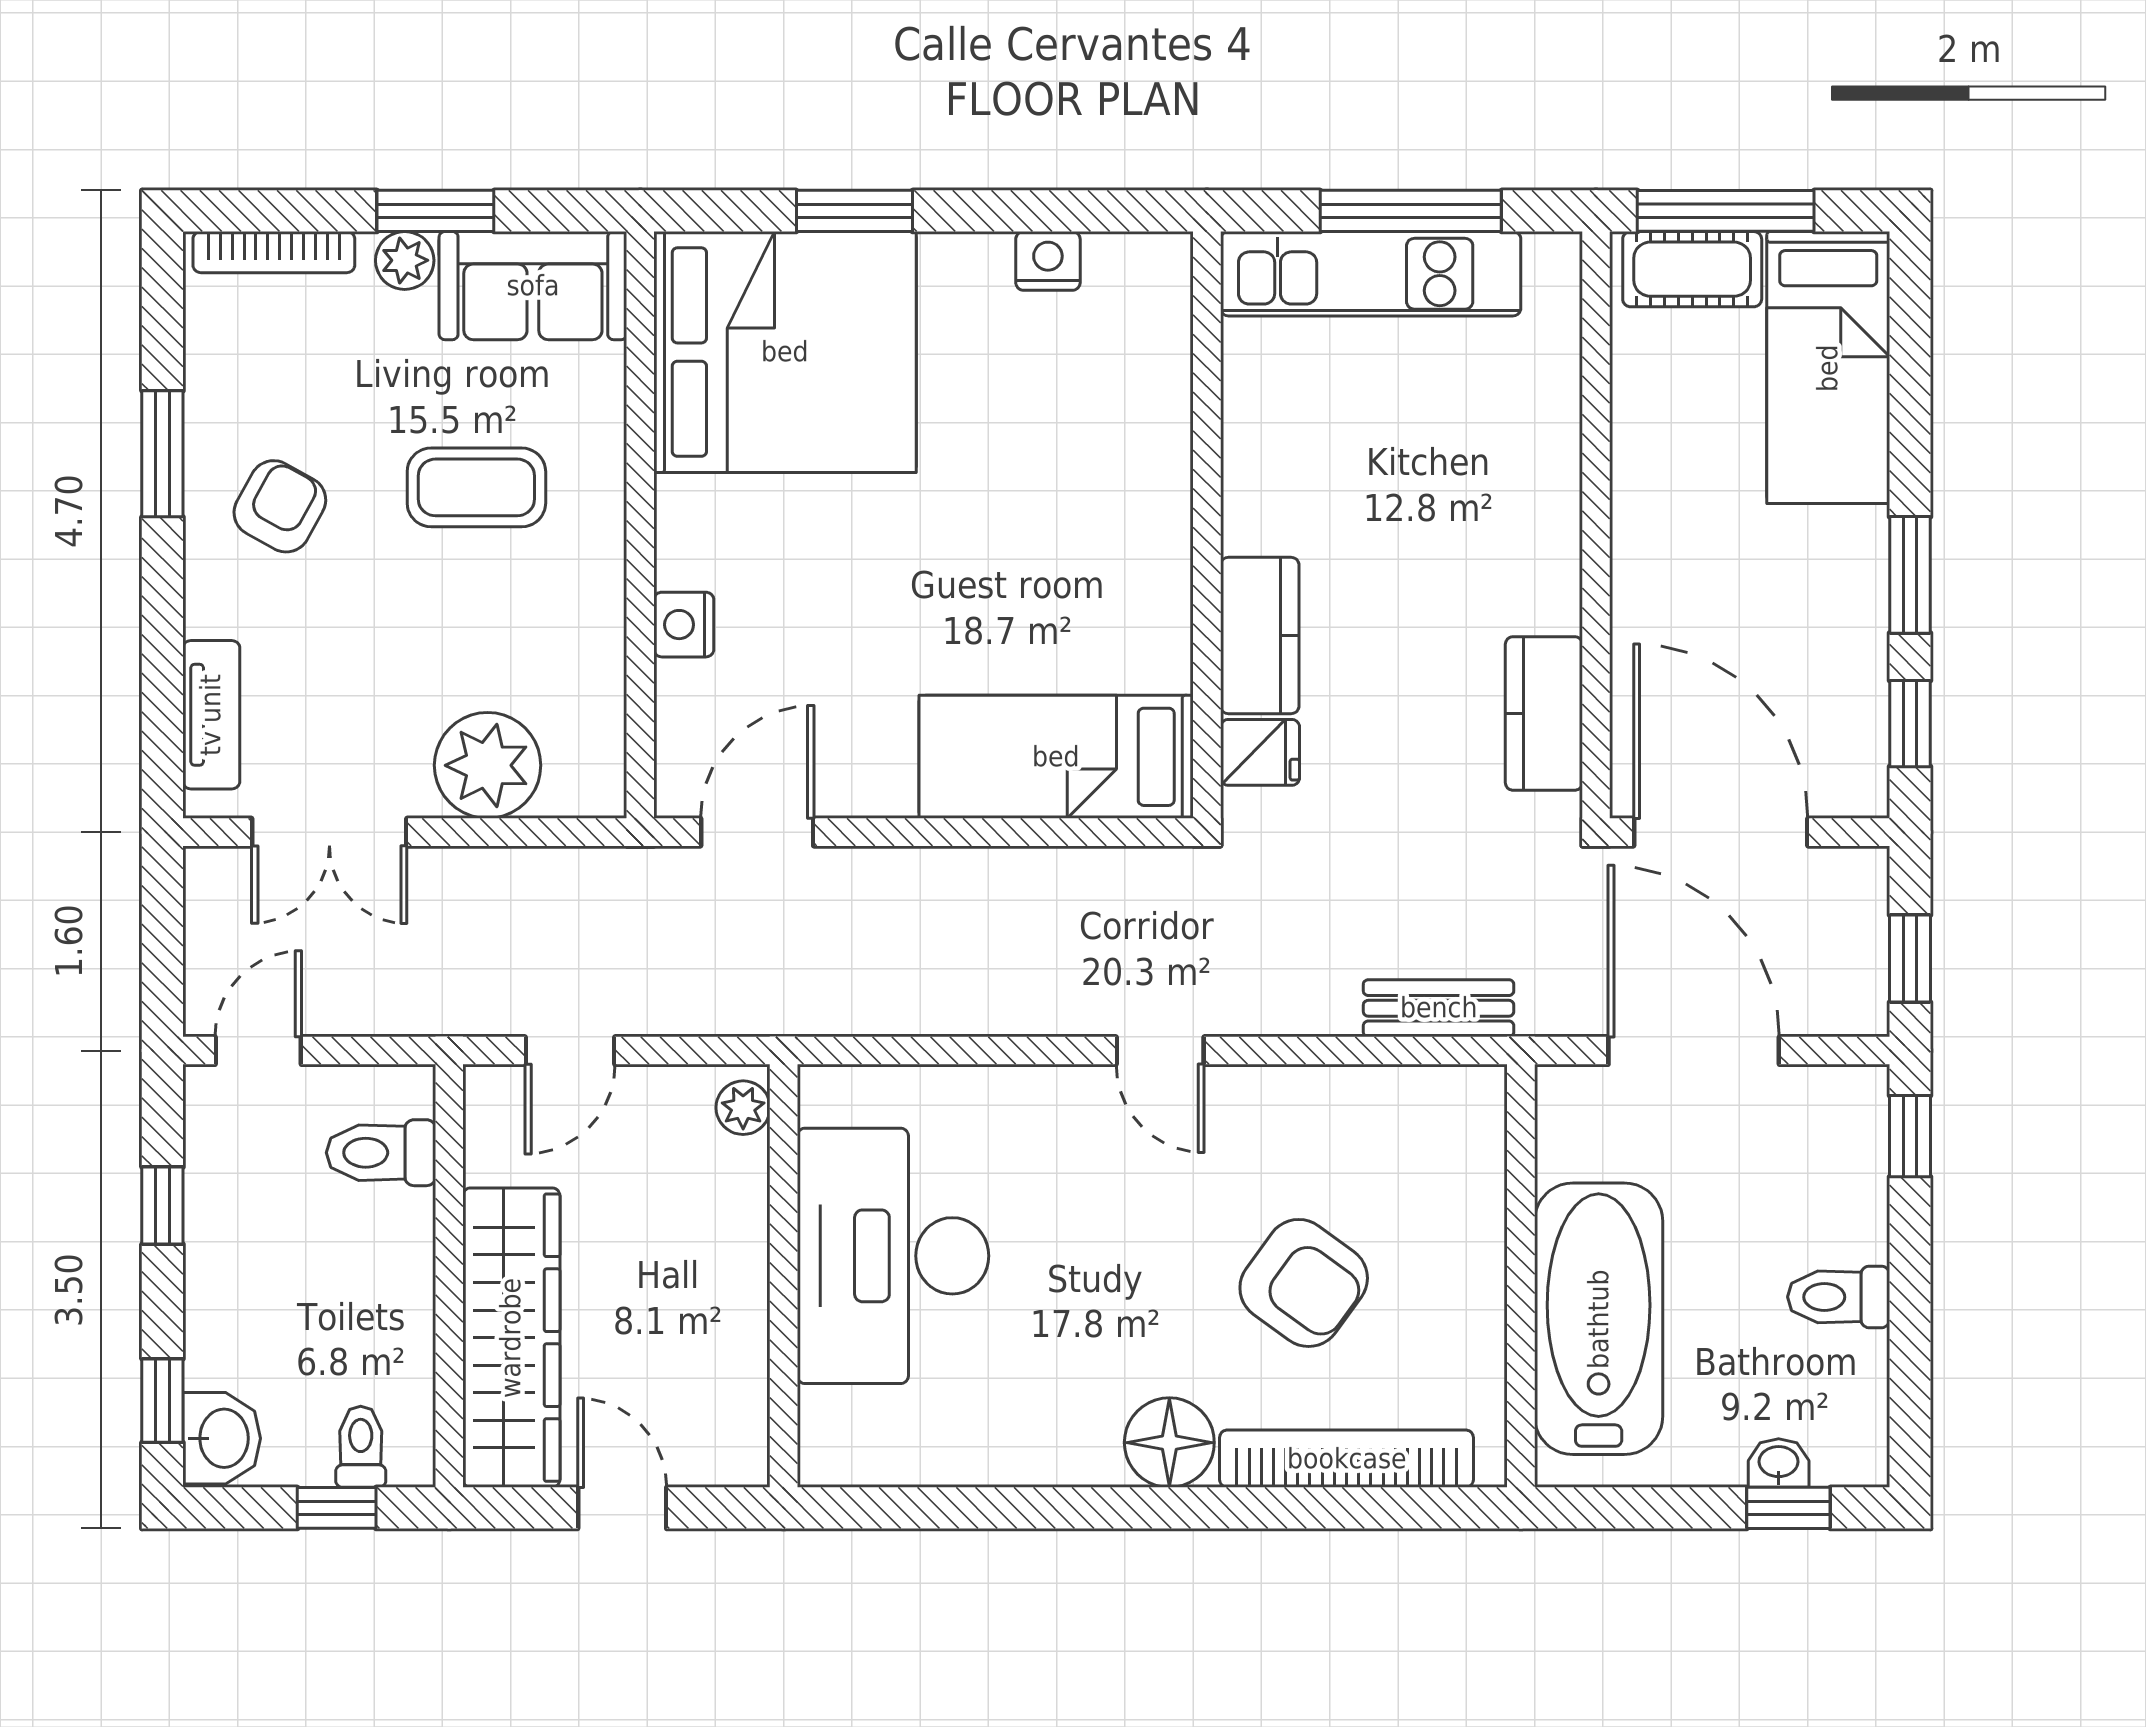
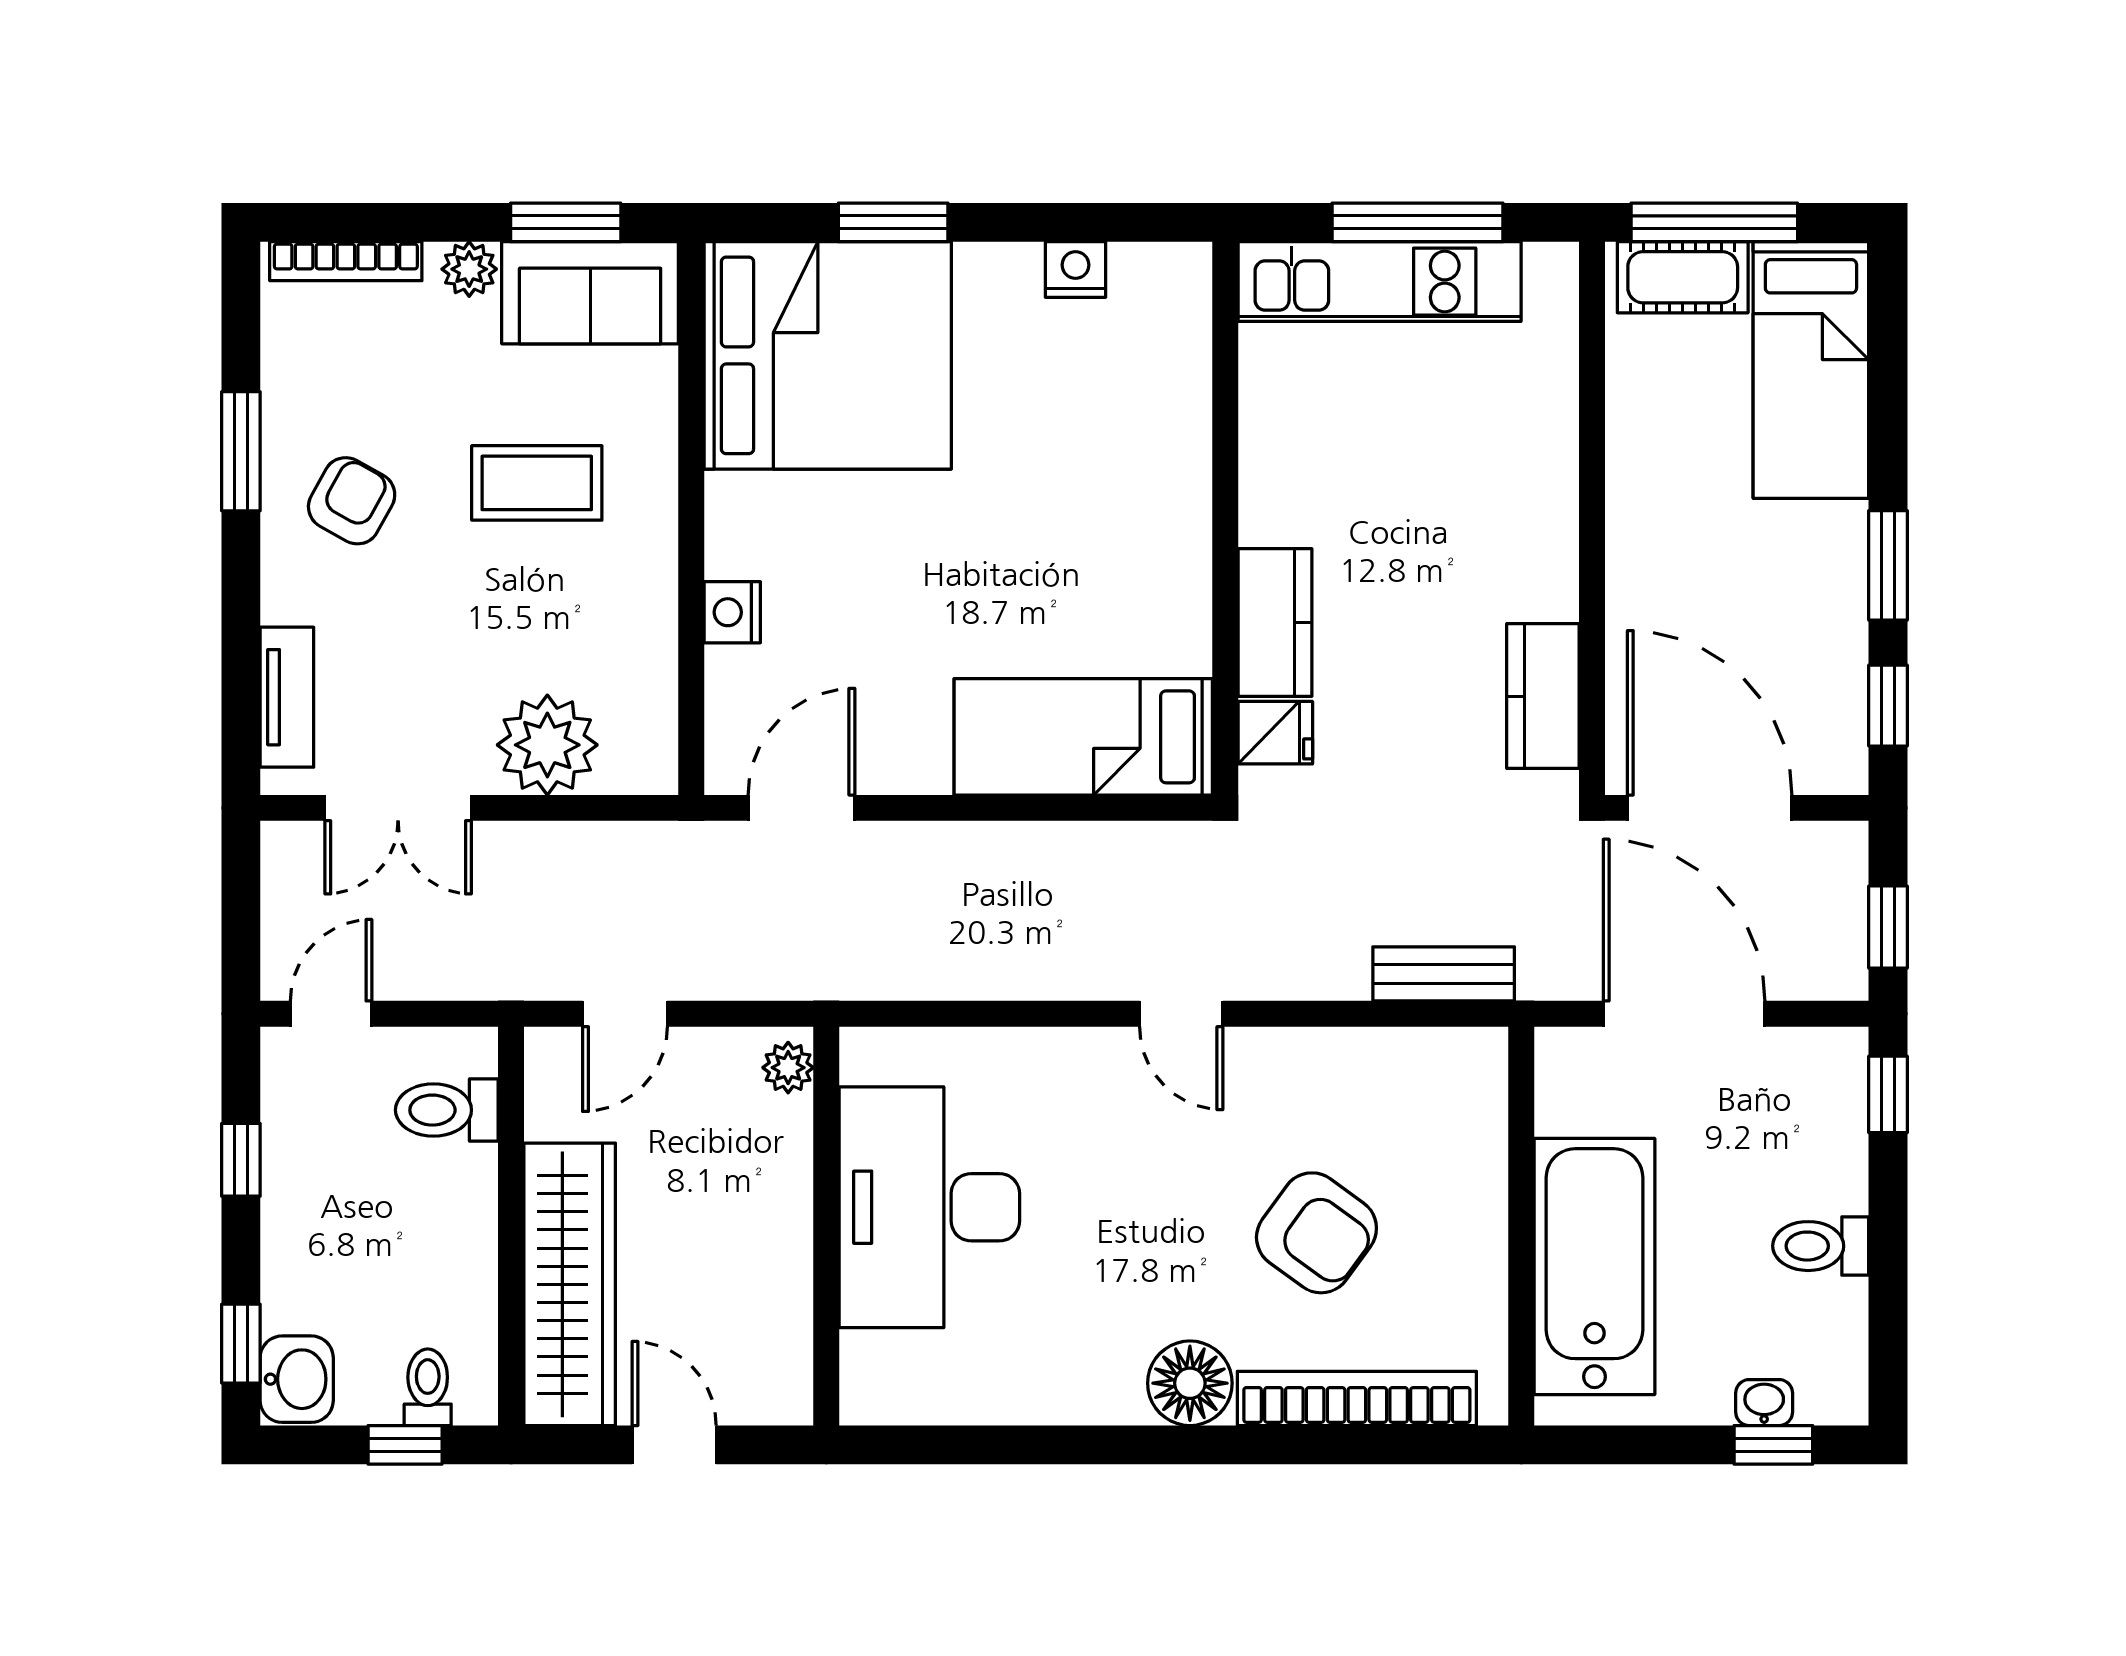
window: (435, 211) -> (566, 222), moved

